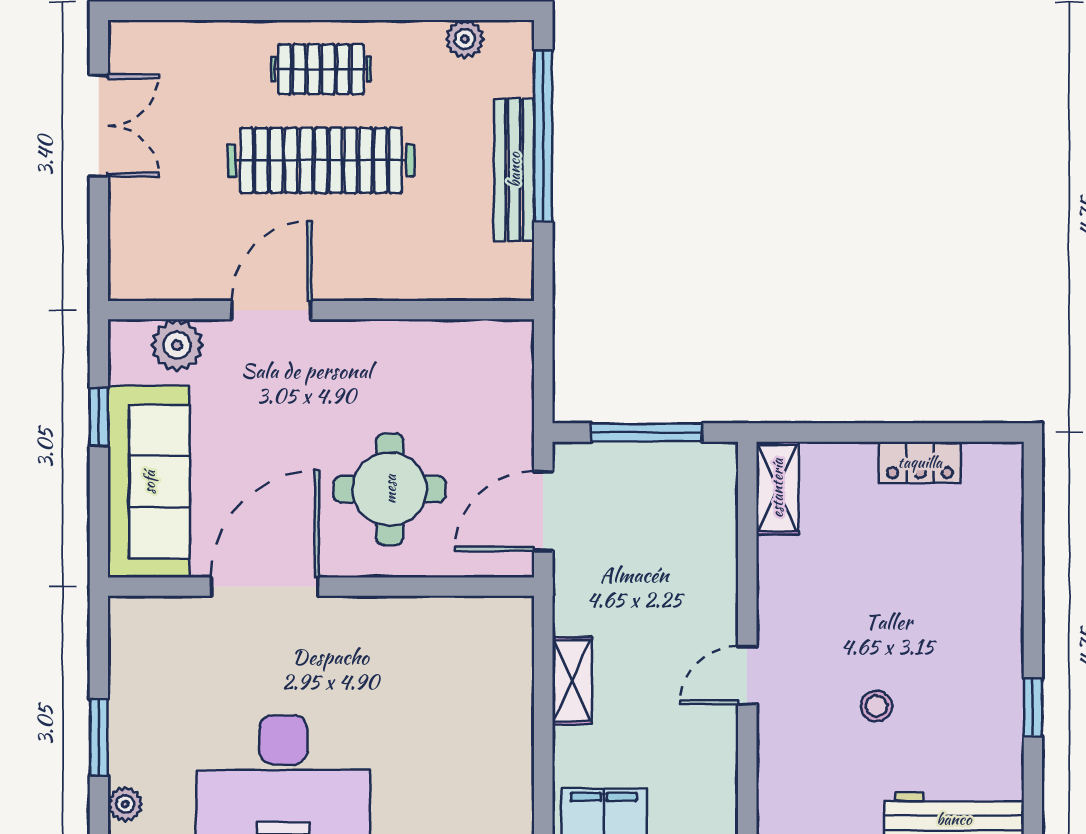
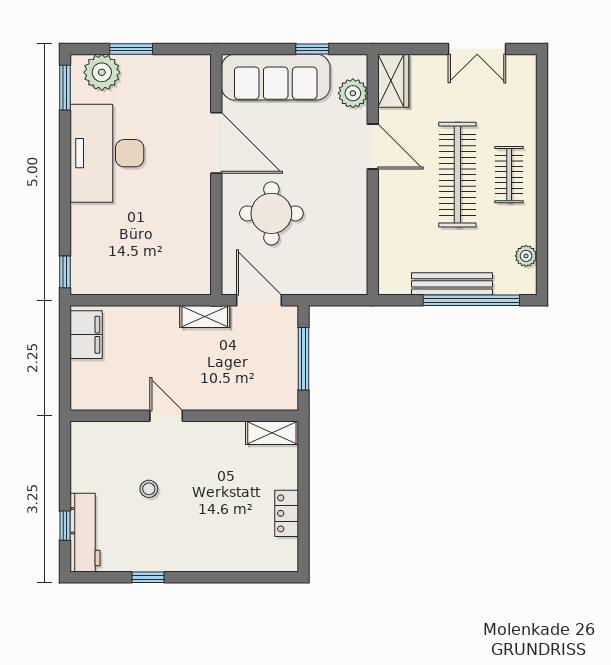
wardrobe: (155, 274) -> (393, 81), added
shelving: (572, 681) -> (205, 317), moved
plant: (125, 804) -> (102, 72), width x1.88, depth x1.88

